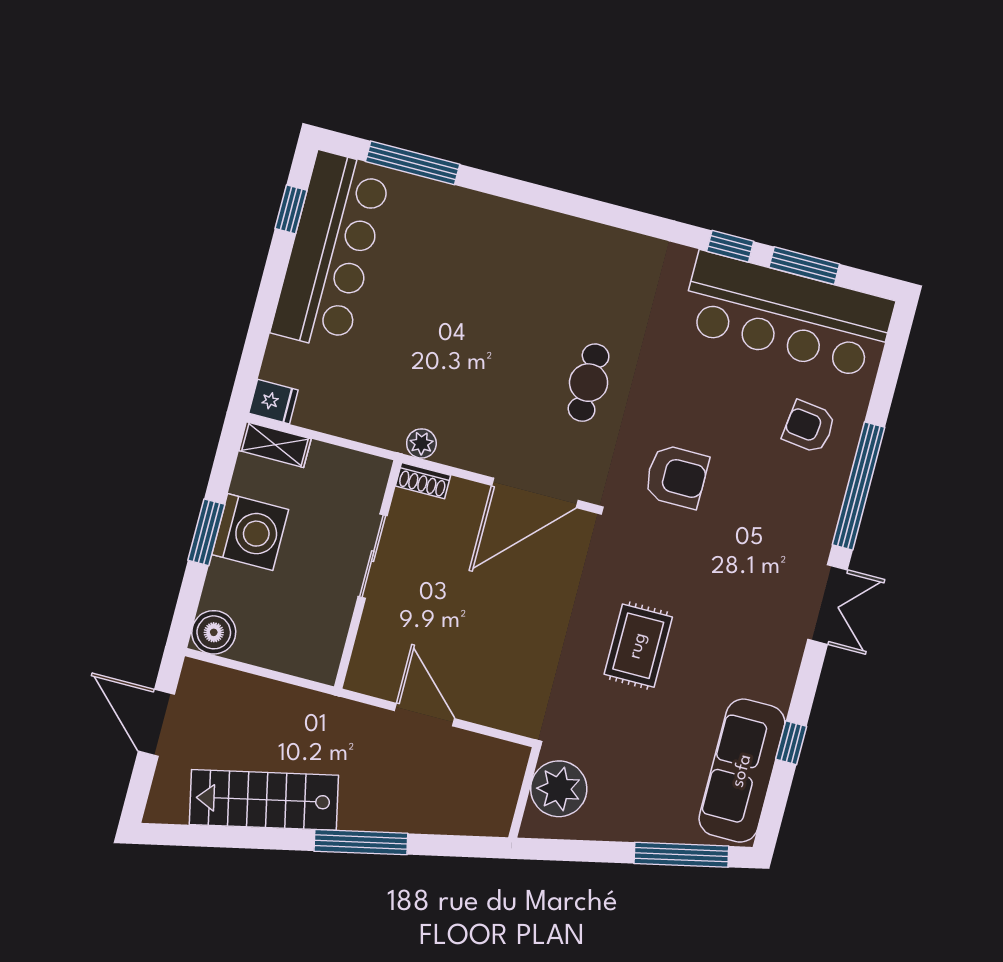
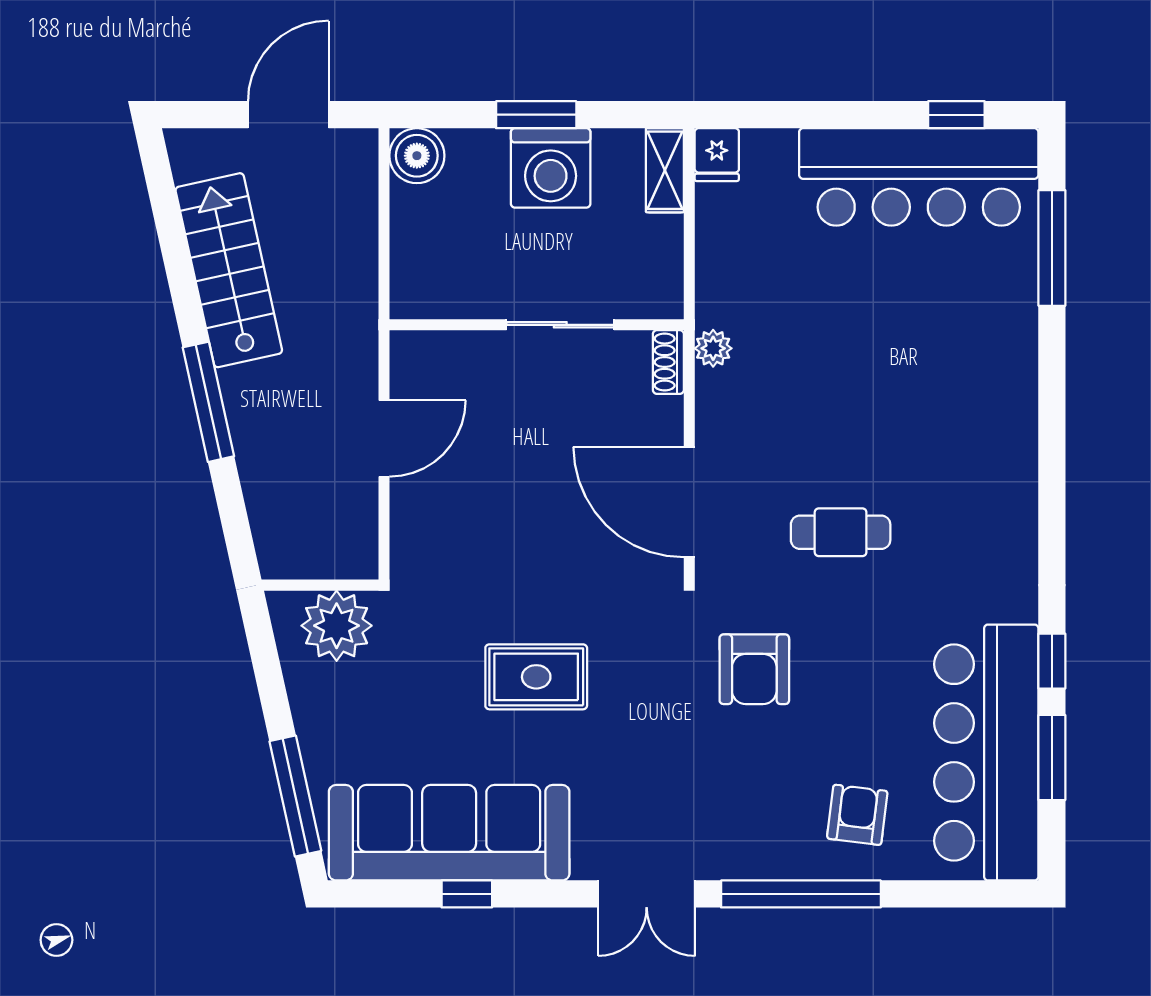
sofa: (742, 771) -> (449, 833), width x1.36, depth x1.27

